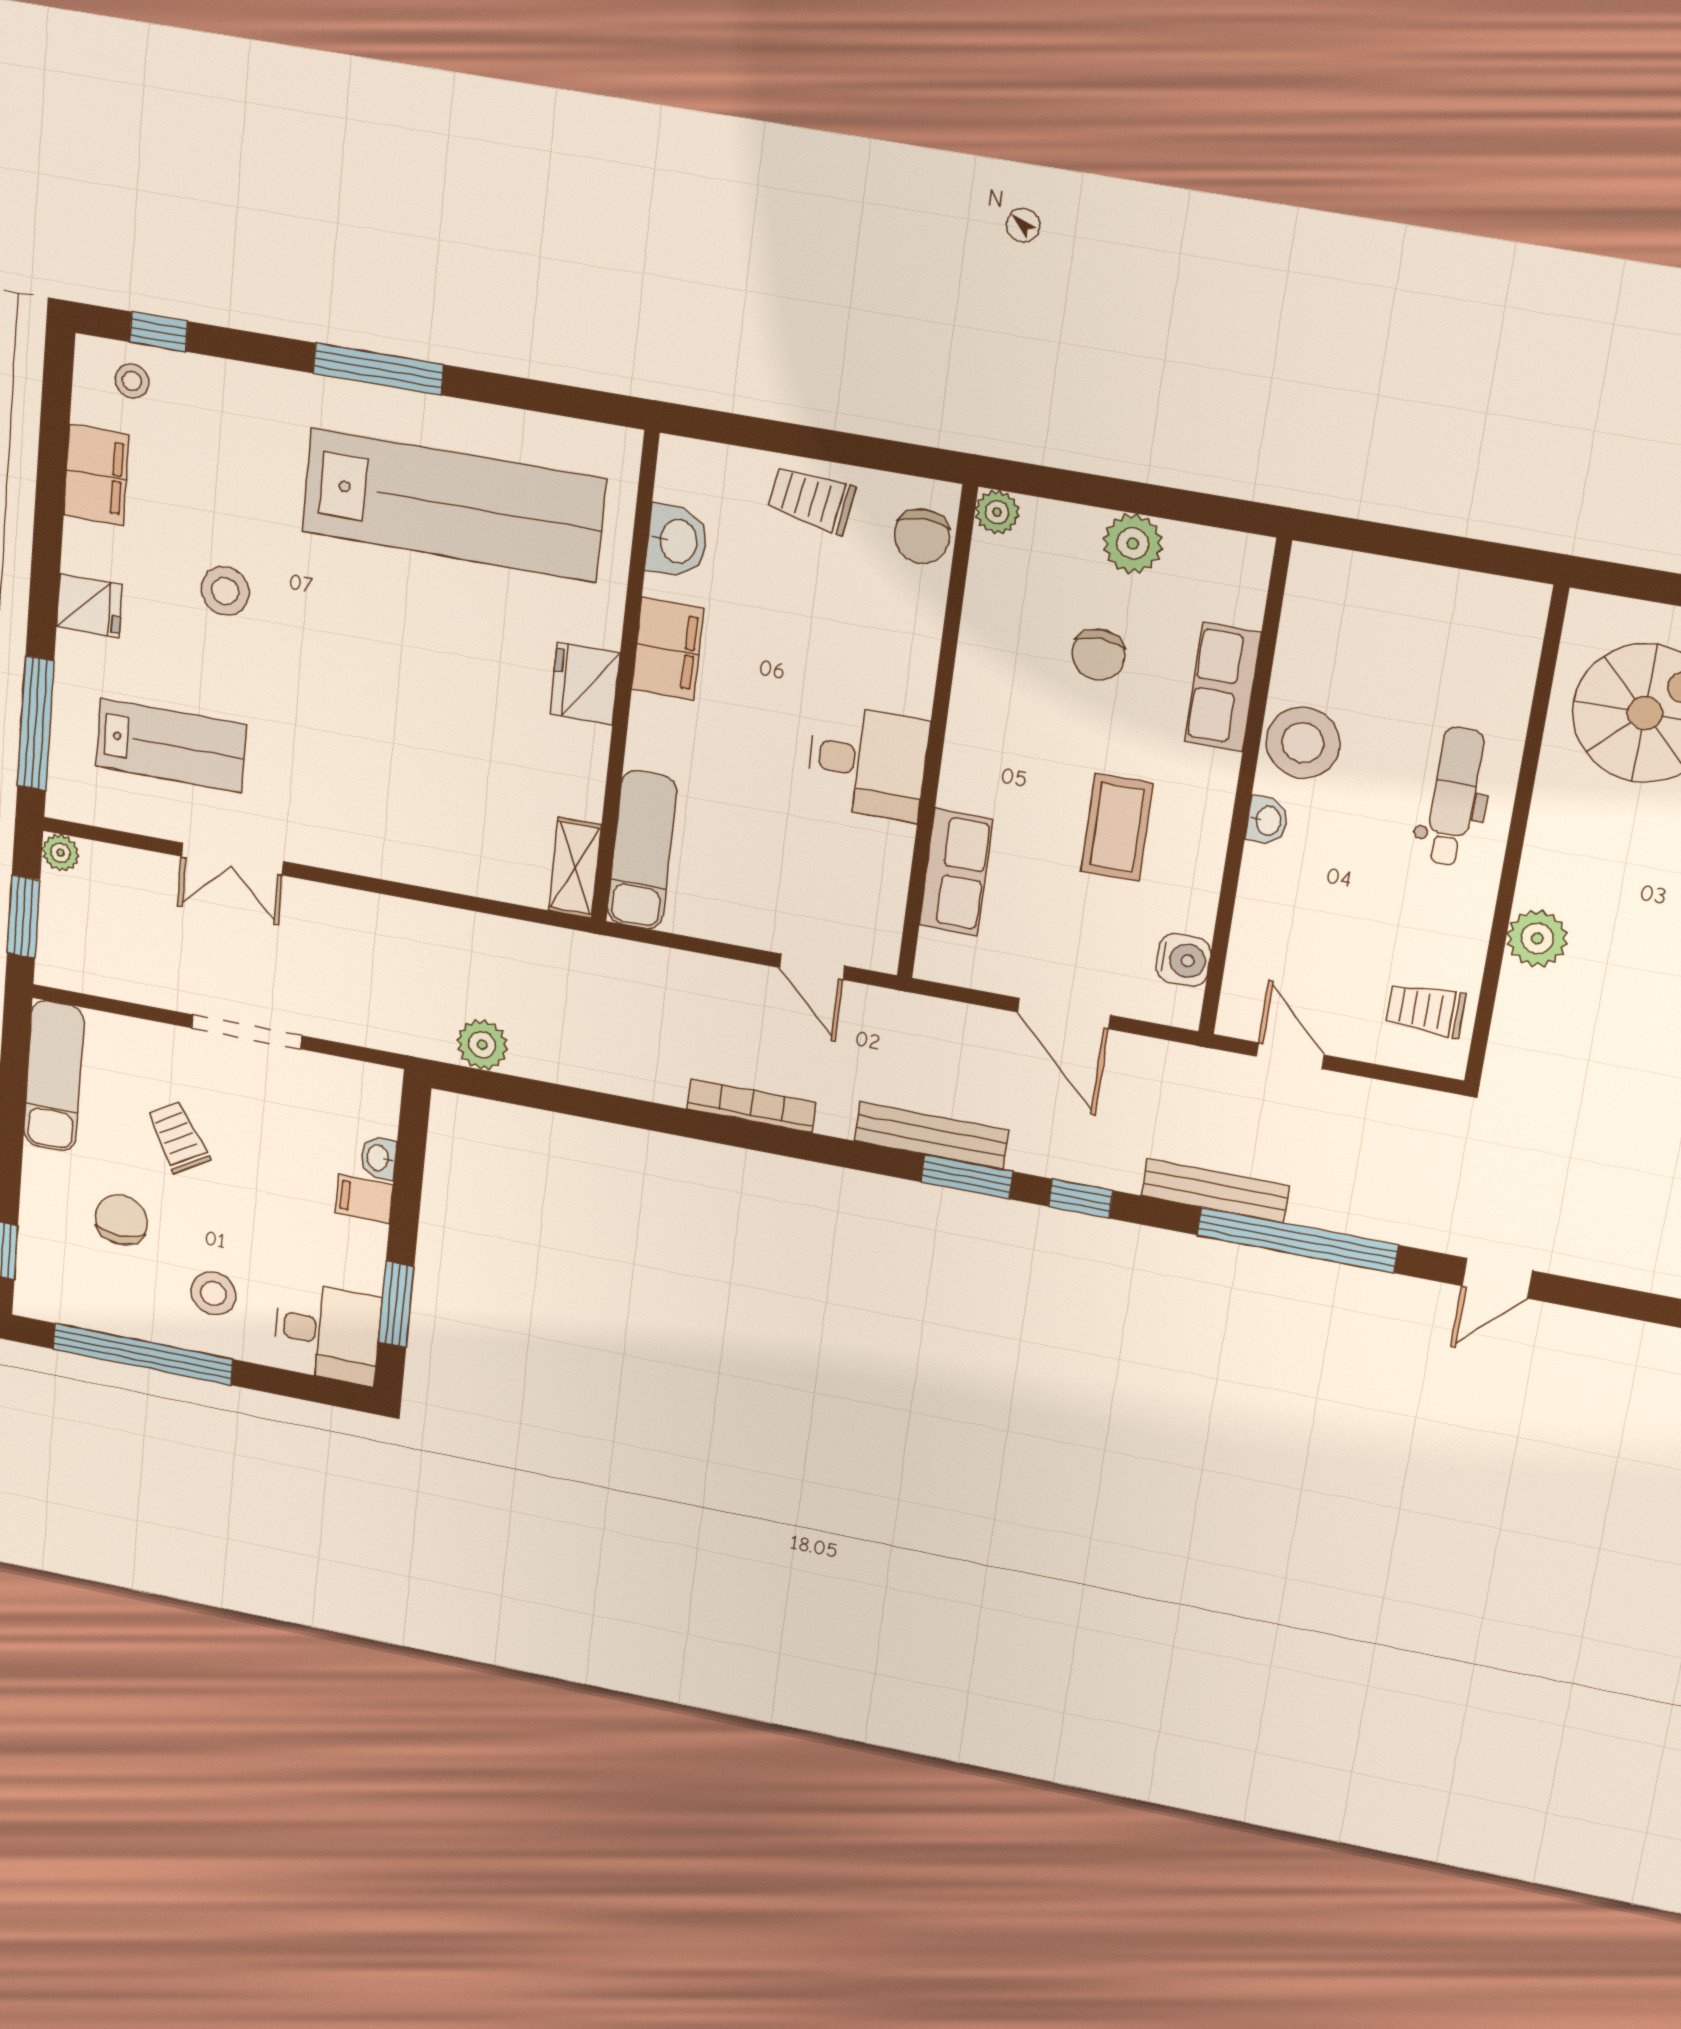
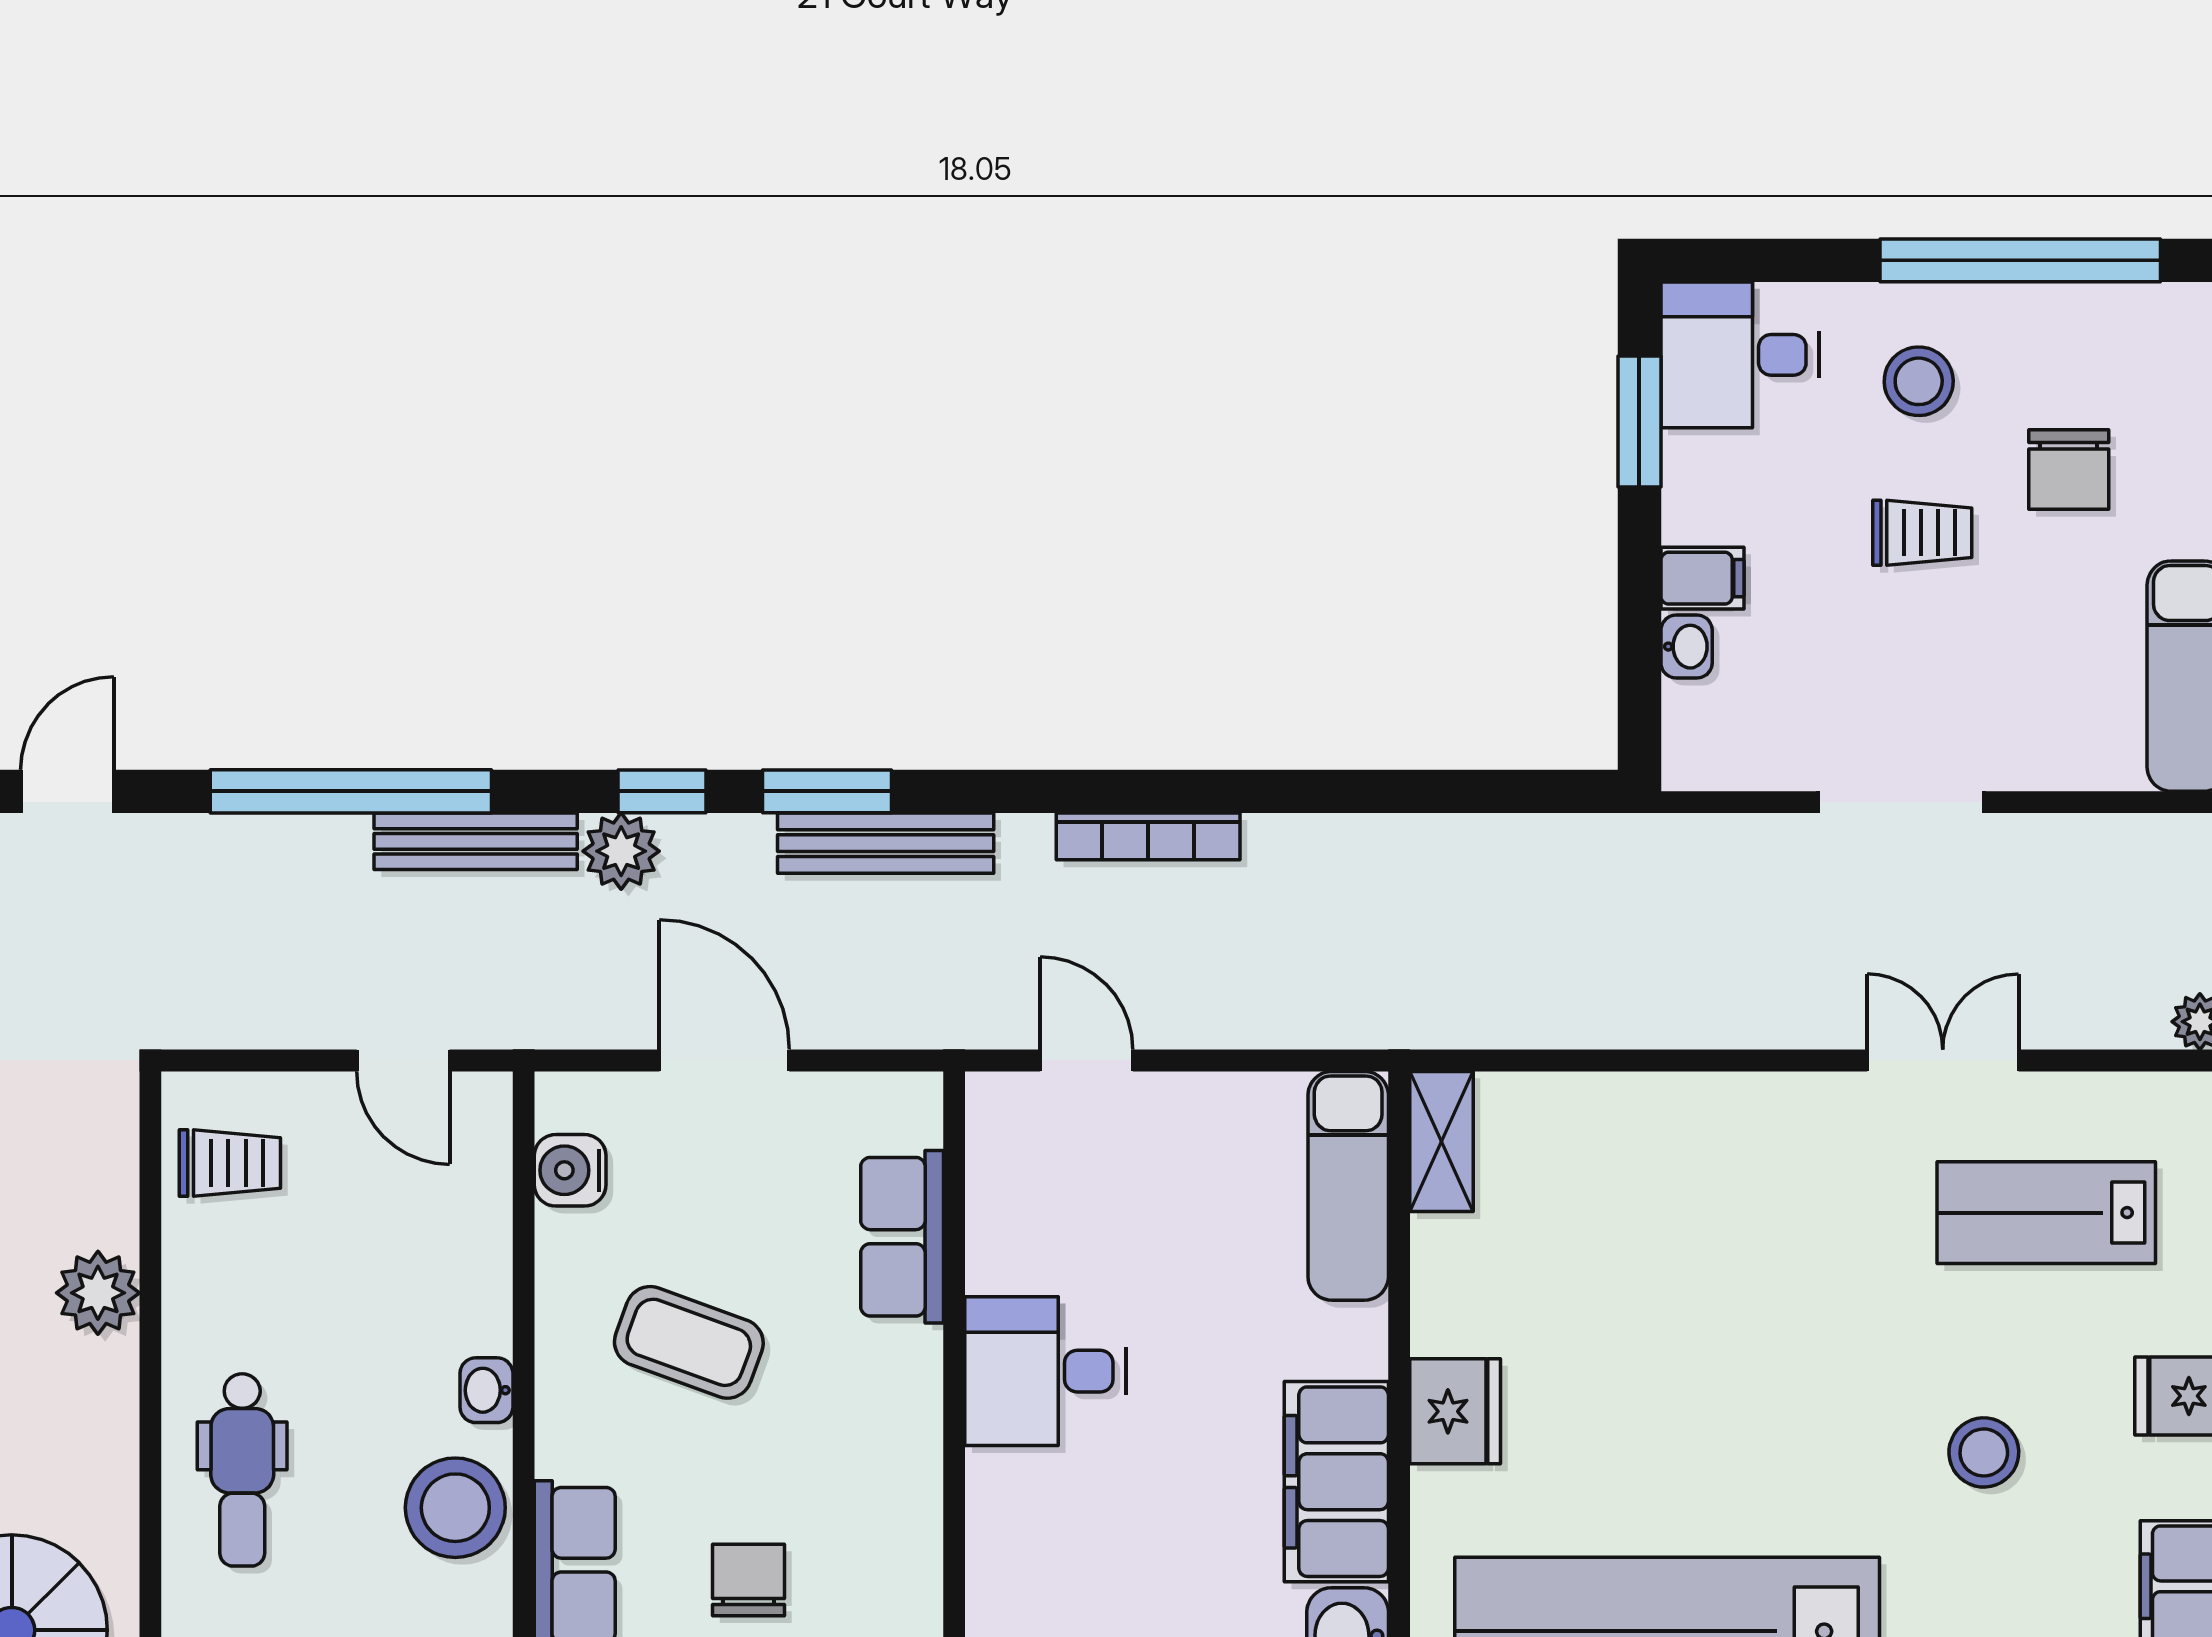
filing cabinet: (668, 649) -> (1336, 1482), width x1.50, depth x1.17
coffee table: (1117, 827) -> (689, 1342), turned -70
plant: (482, 1045) -> (621, 851), moved
trolley: (178, 1137) -> (1922, 533), moved, turned -59

